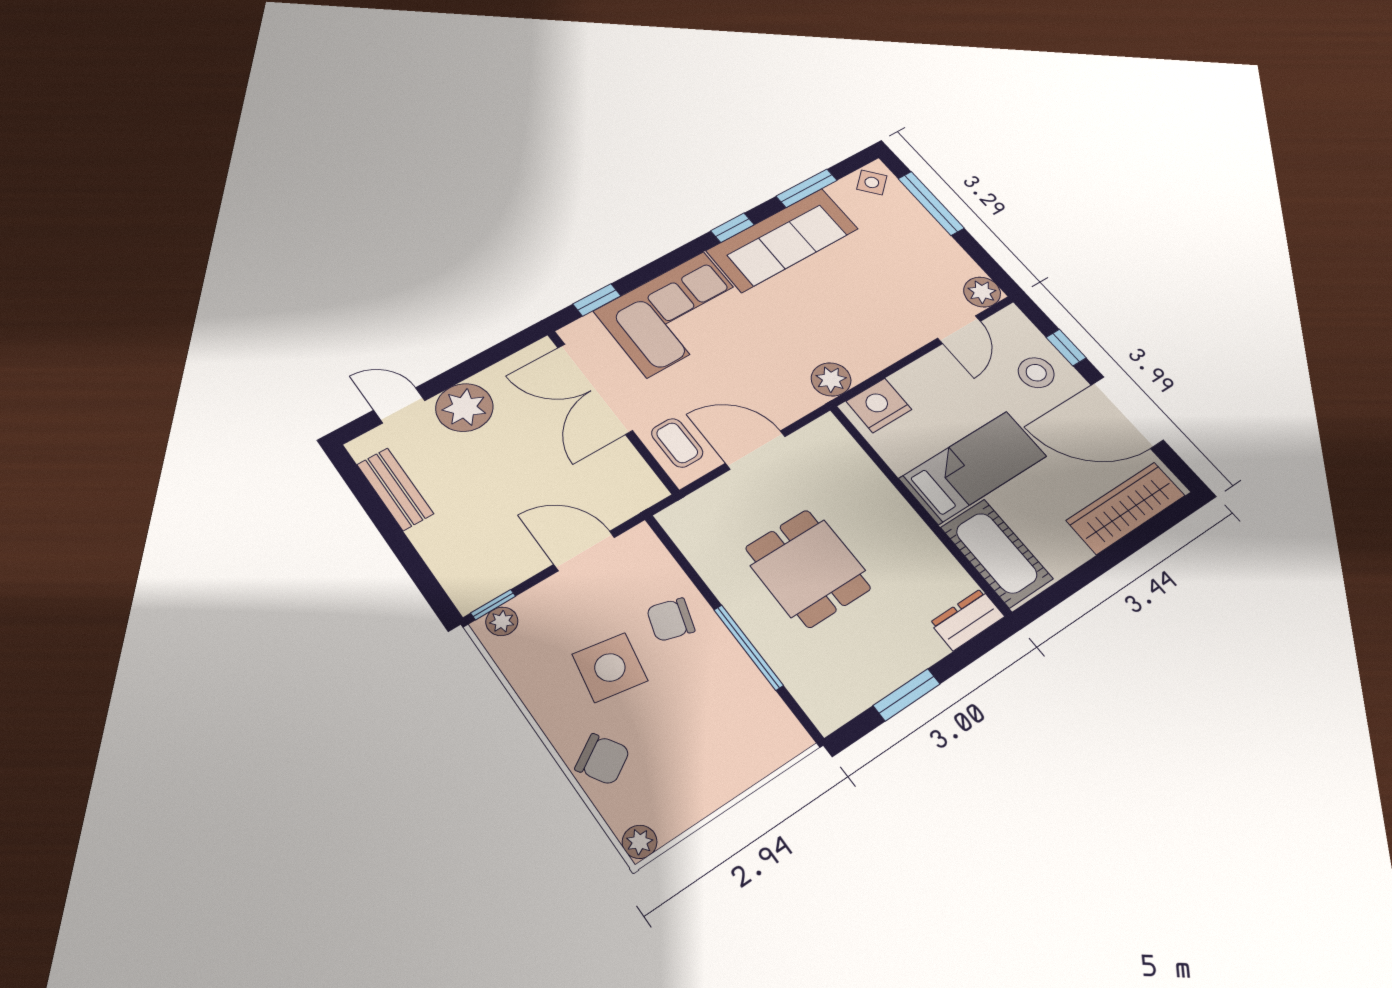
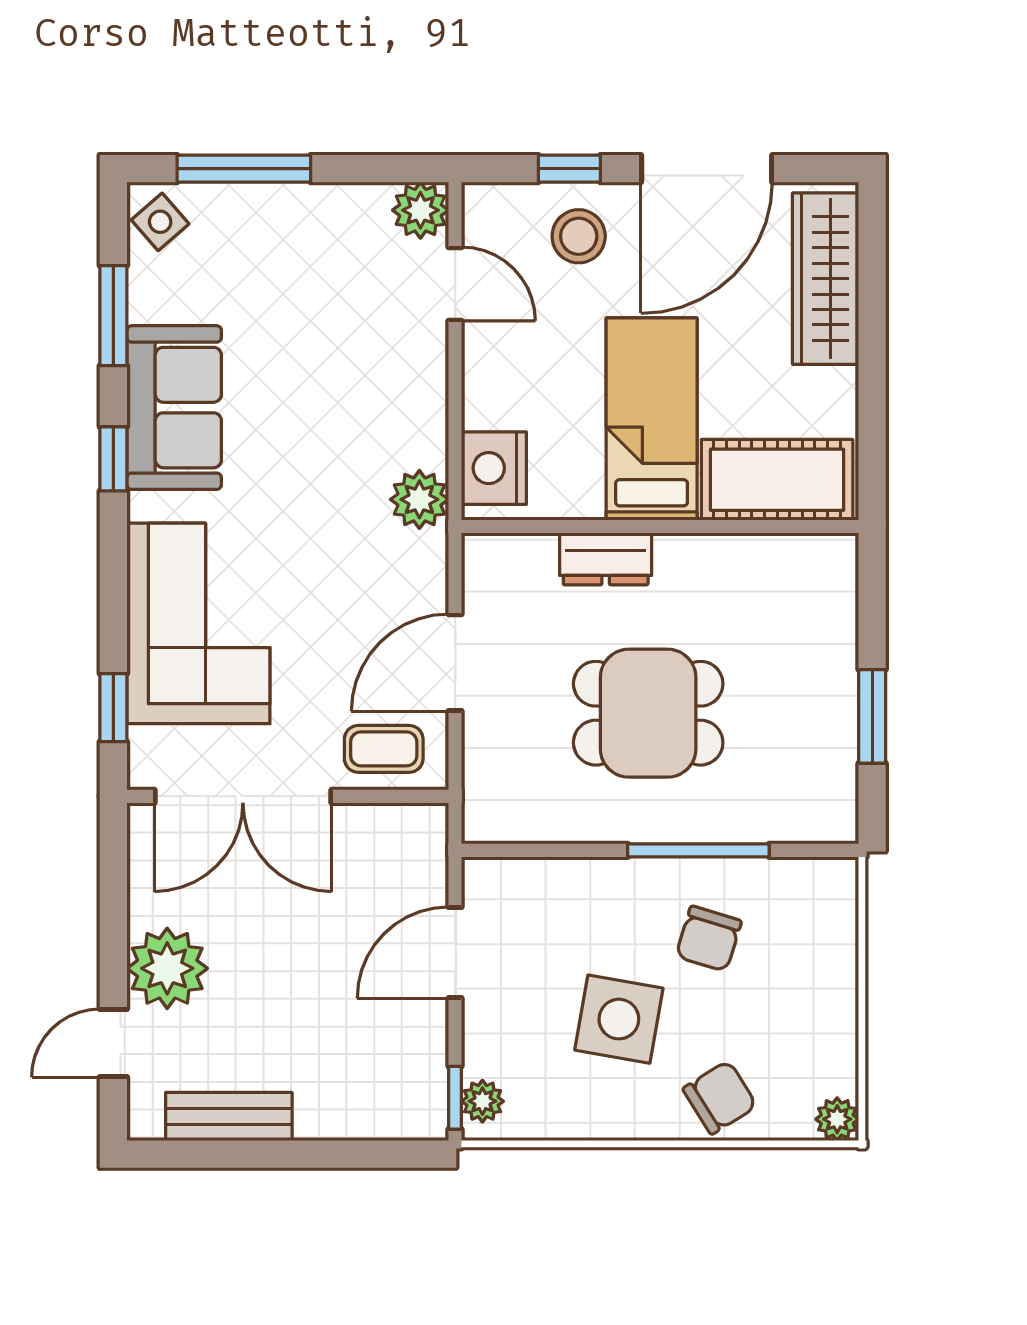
sofa: (783, 240) -> (174, 408), width x0.73
chair: (671, 620) -> (709, 939), moved
dresser: (967, 620) -> (606, 559), moved, turned -90

